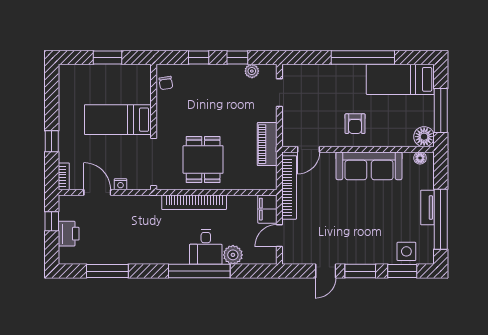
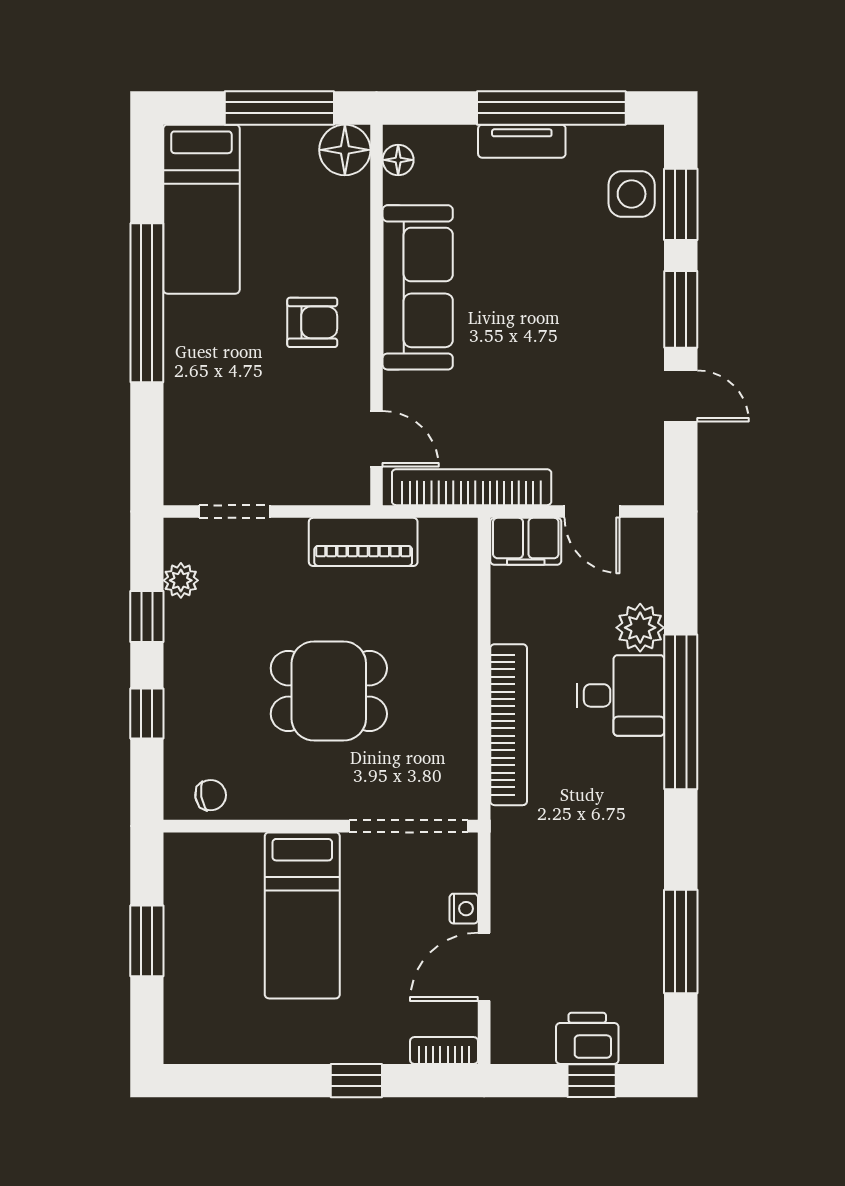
dining table: (203, 160) -> (329, 691), moved
window: (52, 221) -> (592, 1081), moved

